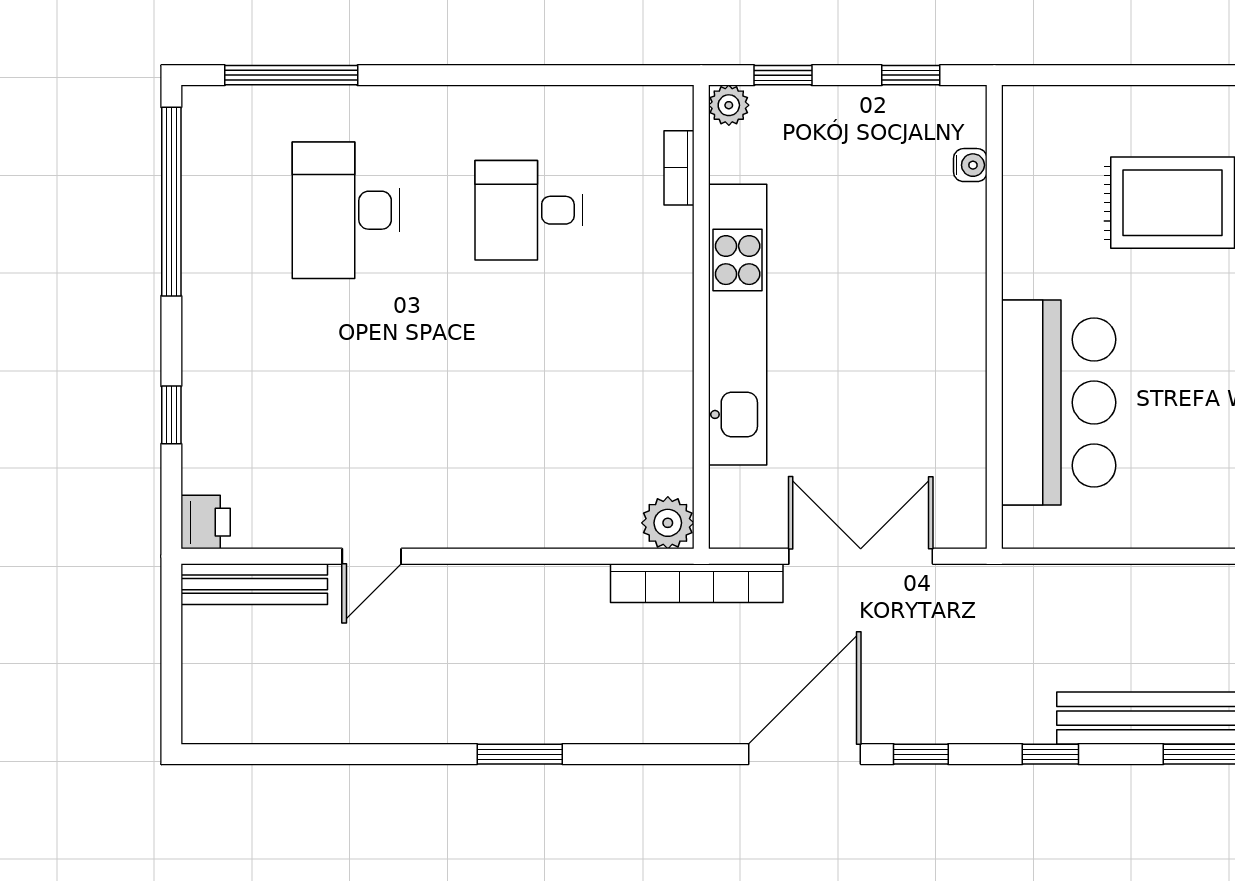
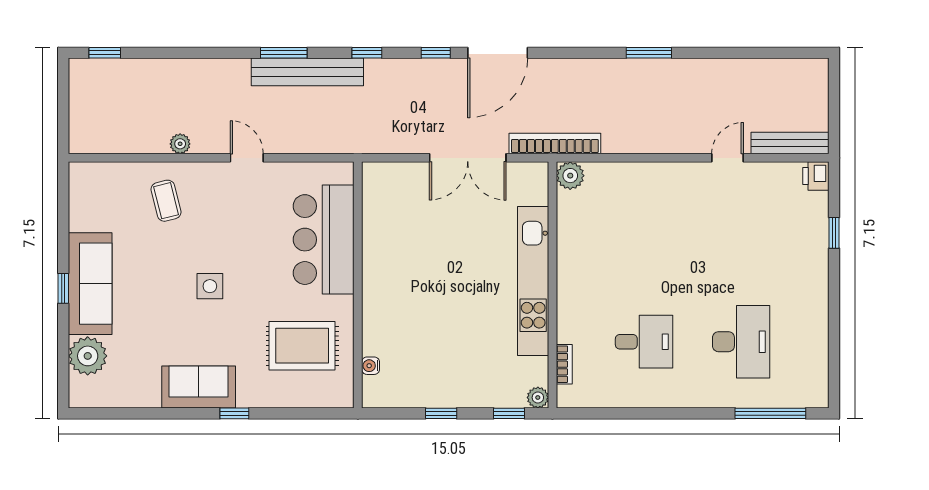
water cooler: (970, 165) -> (371, 366), moved
window: (171, 202) -> (834, 346), removed
wall: (994, 317) -> (358, 285), moved
bar counter: (1059, 402) -> (324, 240), moved

